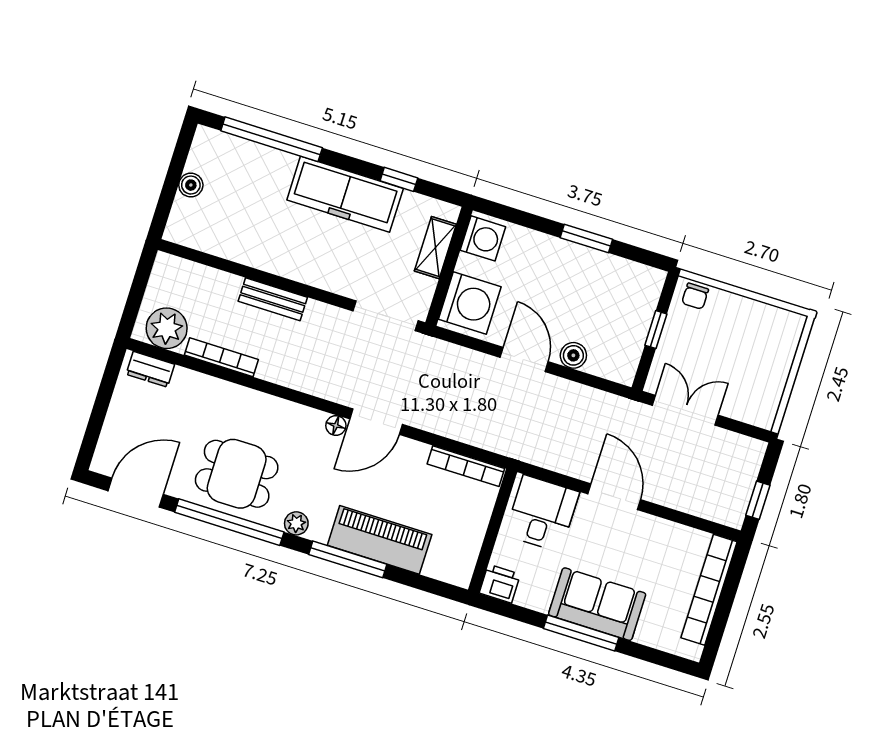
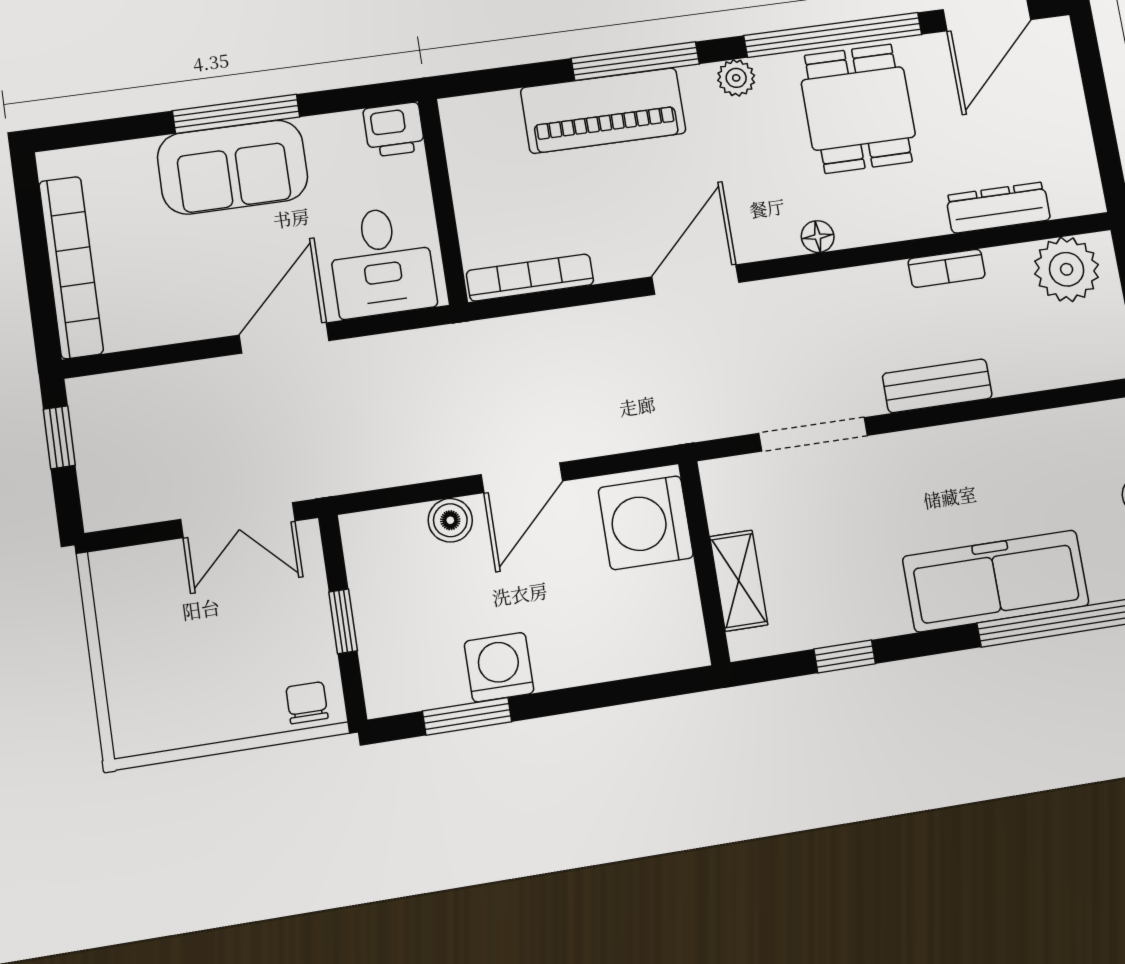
freezer: (345, 194) -> (996, 581), moved
washing machine: (483, 238) -> (499, 667), moved, turned 90
window: (586, 238) -> (467, 716), moved
doorway: (385, 316) -> (813, 434), moved
bookcase: (221, 357) -> (947, 268), width x0.64
door: (524, 360) -> (522, 478), hinge flipped
dresser: (150, 369) -> (998, 208), moved, width x1.44
floor lamp: (336, 425) -> (818, 237), moved
dining table: (237, 474) -> (858, 109), turned 90
door: (614, 497) -> (284, 338), swing flipped

